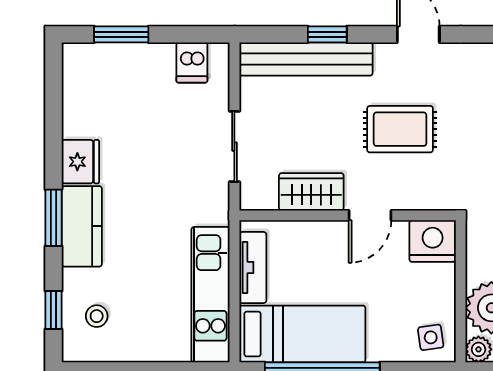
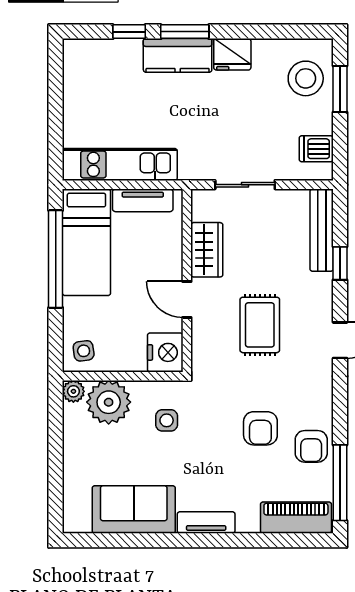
bench: (306, 59) -> (322, 230), width x0.73, depth x0.82
window: (53, 310) -> (129, 32), moved
stool: (97, 316) -> (306, 78), moved, width x1.89, depth x1.89

